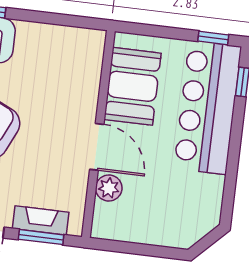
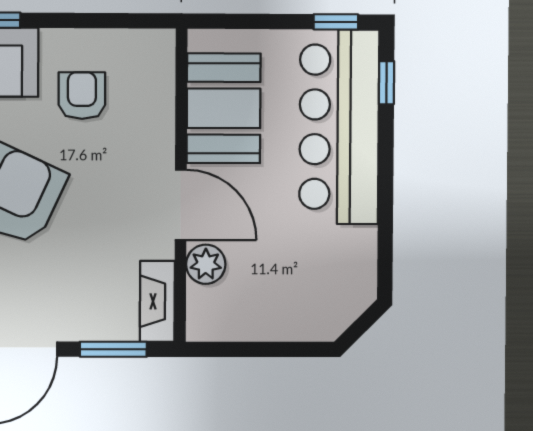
armchair: (40, 67) -> (82, 96), added
fireplace: (41, 220) -> (157, 301), moved, turned -90

